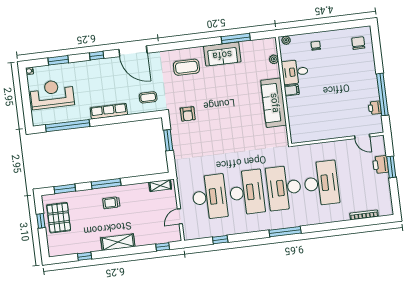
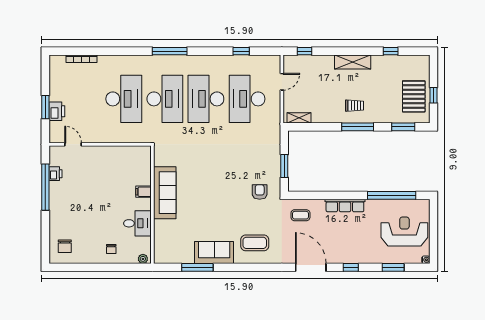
plant: (274, 59) -> (159, 240), removed
filing cabinet: (292, 90) -> (144, 192), moved
reception desk: (52, 94) -> (404, 231), turned 180
desk: (321, 183) -> (124, 99), turned 180

